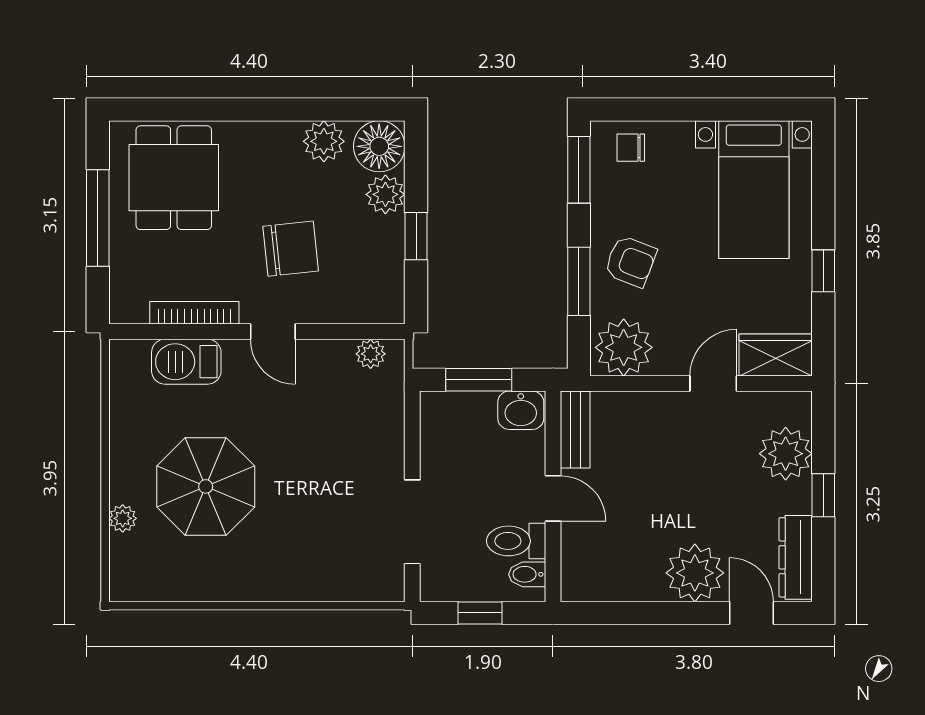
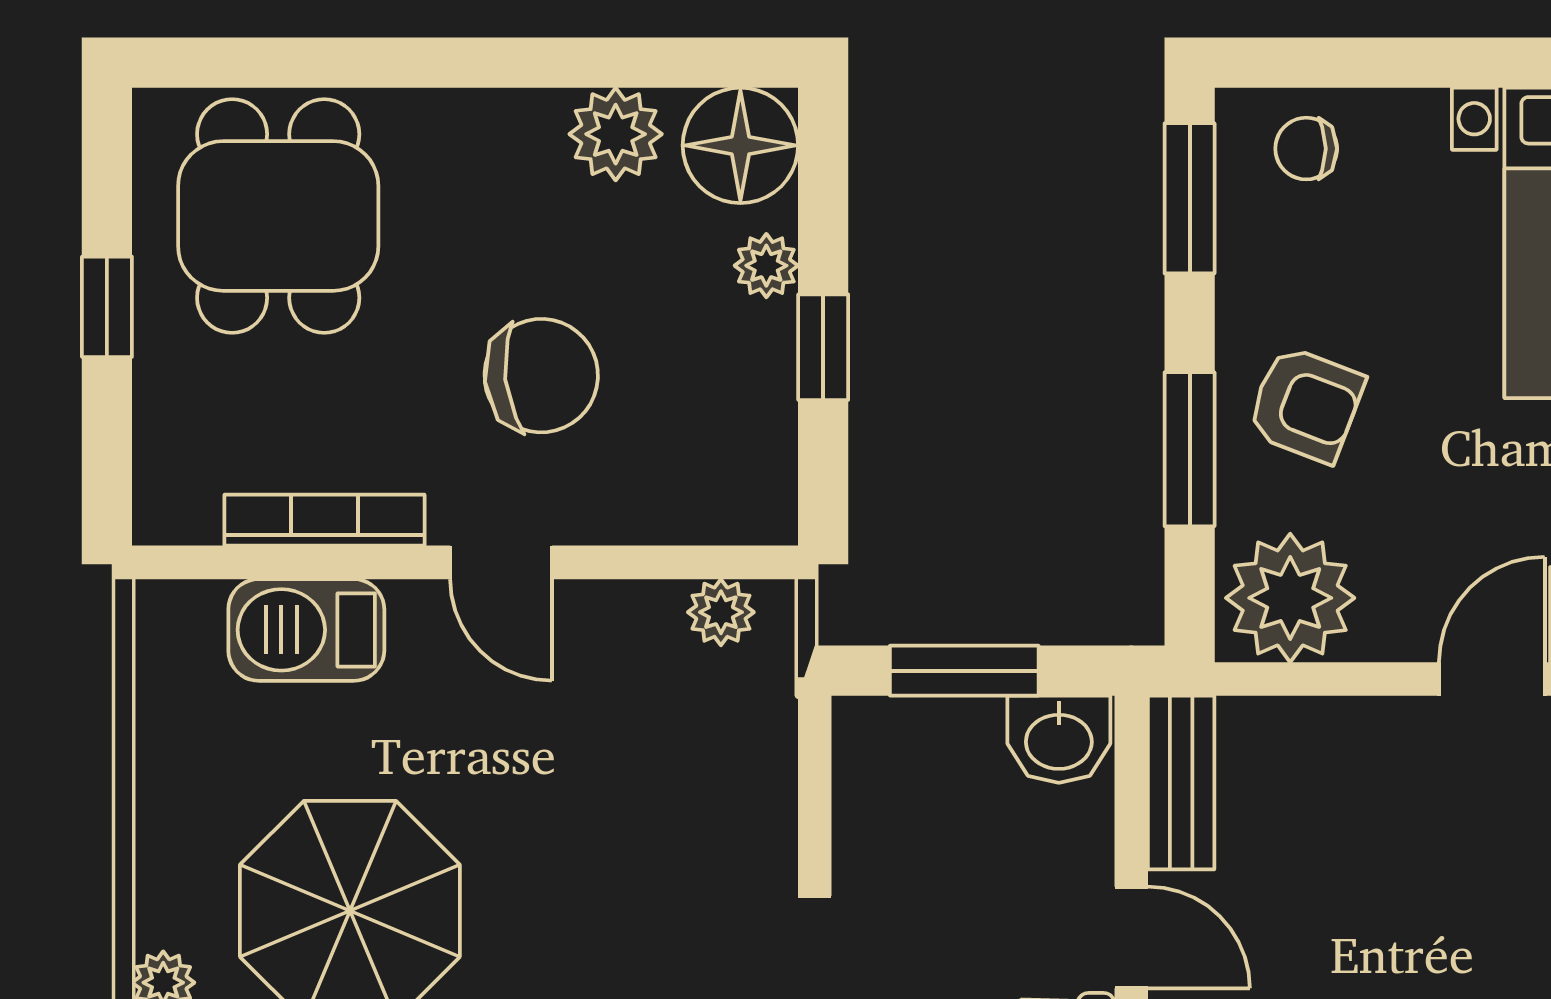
plant: (385, 194) -> (766, 266), width x0.73, depth x0.73
window: (98, 218) -> (107, 307), width x0.46

